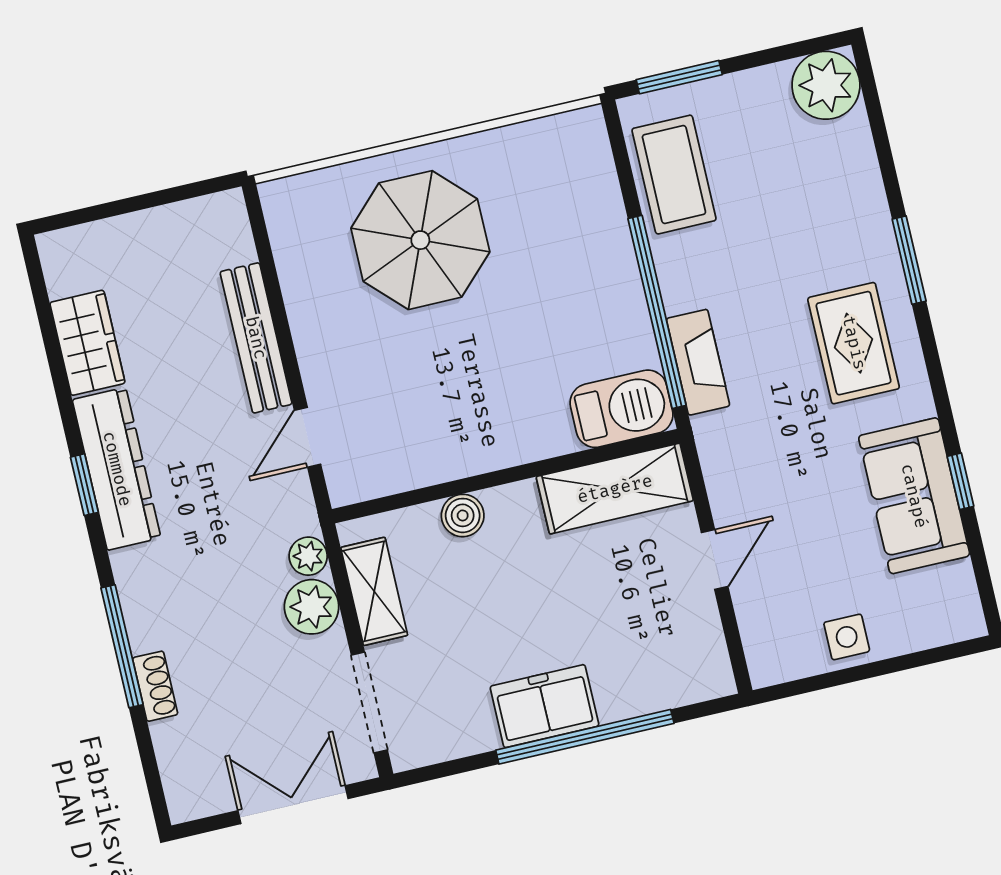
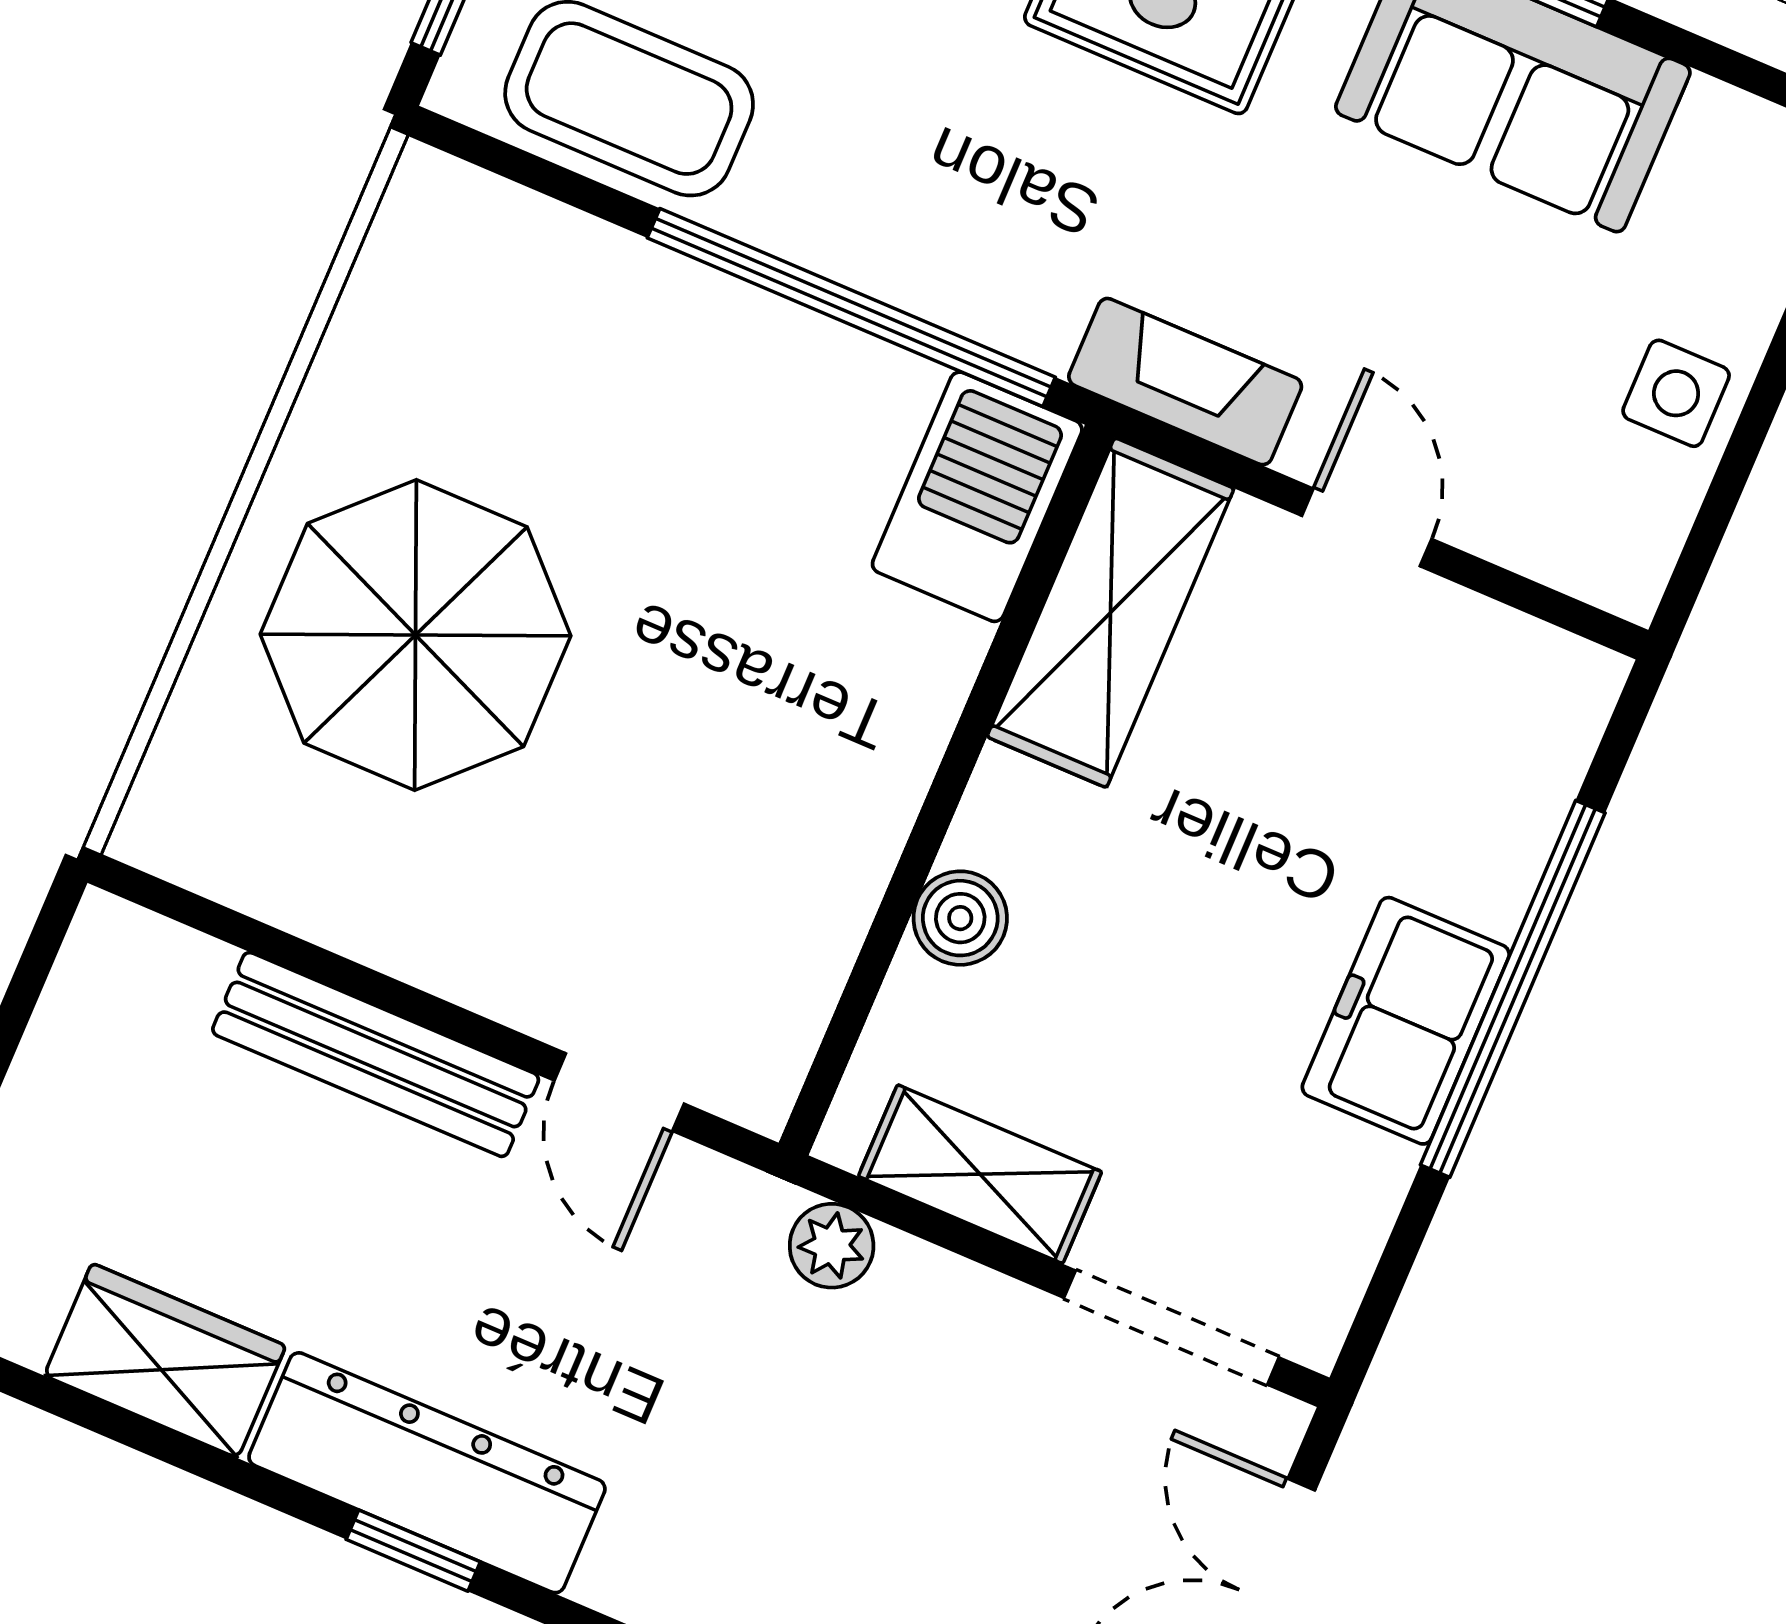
fireplace: (698, 362) -> (1185, 382), moved
plant: (312, 607) -> (926, 1306), removed

